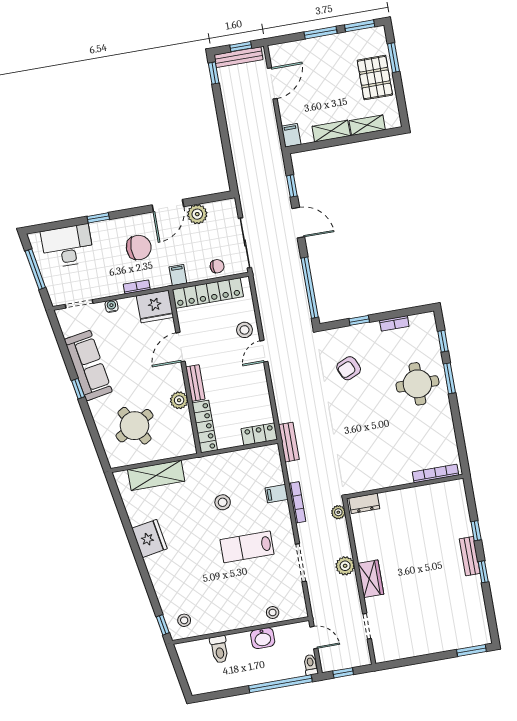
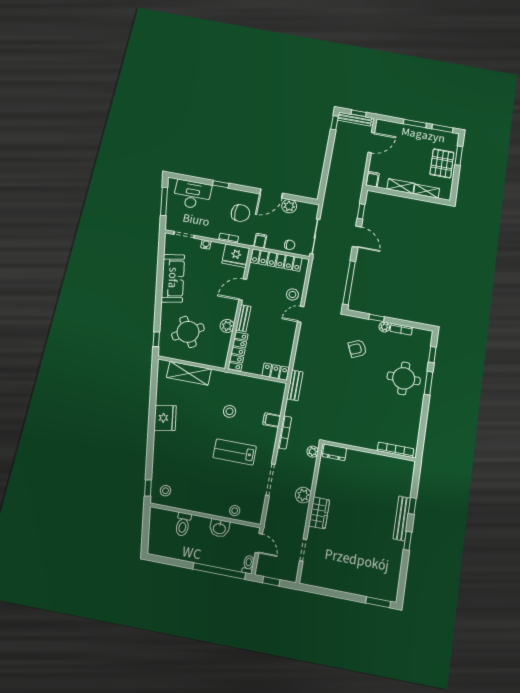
plant: (373, 328) -> (384, 327), added
window: (78, 389) -> (156, 339), moved
bench: (470, 556) -> (402, 518), width x1.36

